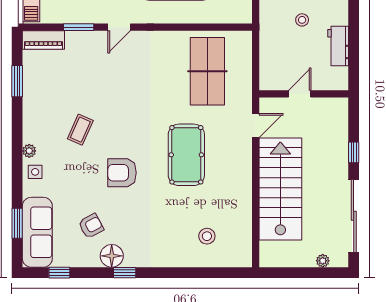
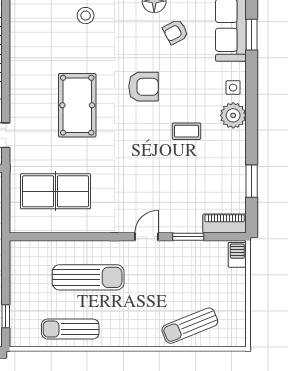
table tennis table: (207, 71) -> (56, 191), turned 90
coffee table: (80, 130) -> (186, 131), turned 66
plant: (29, 151) -> (233, 115), width x1.87, depth x1.87
stool: (207, 236) -> (86, 16), moved

